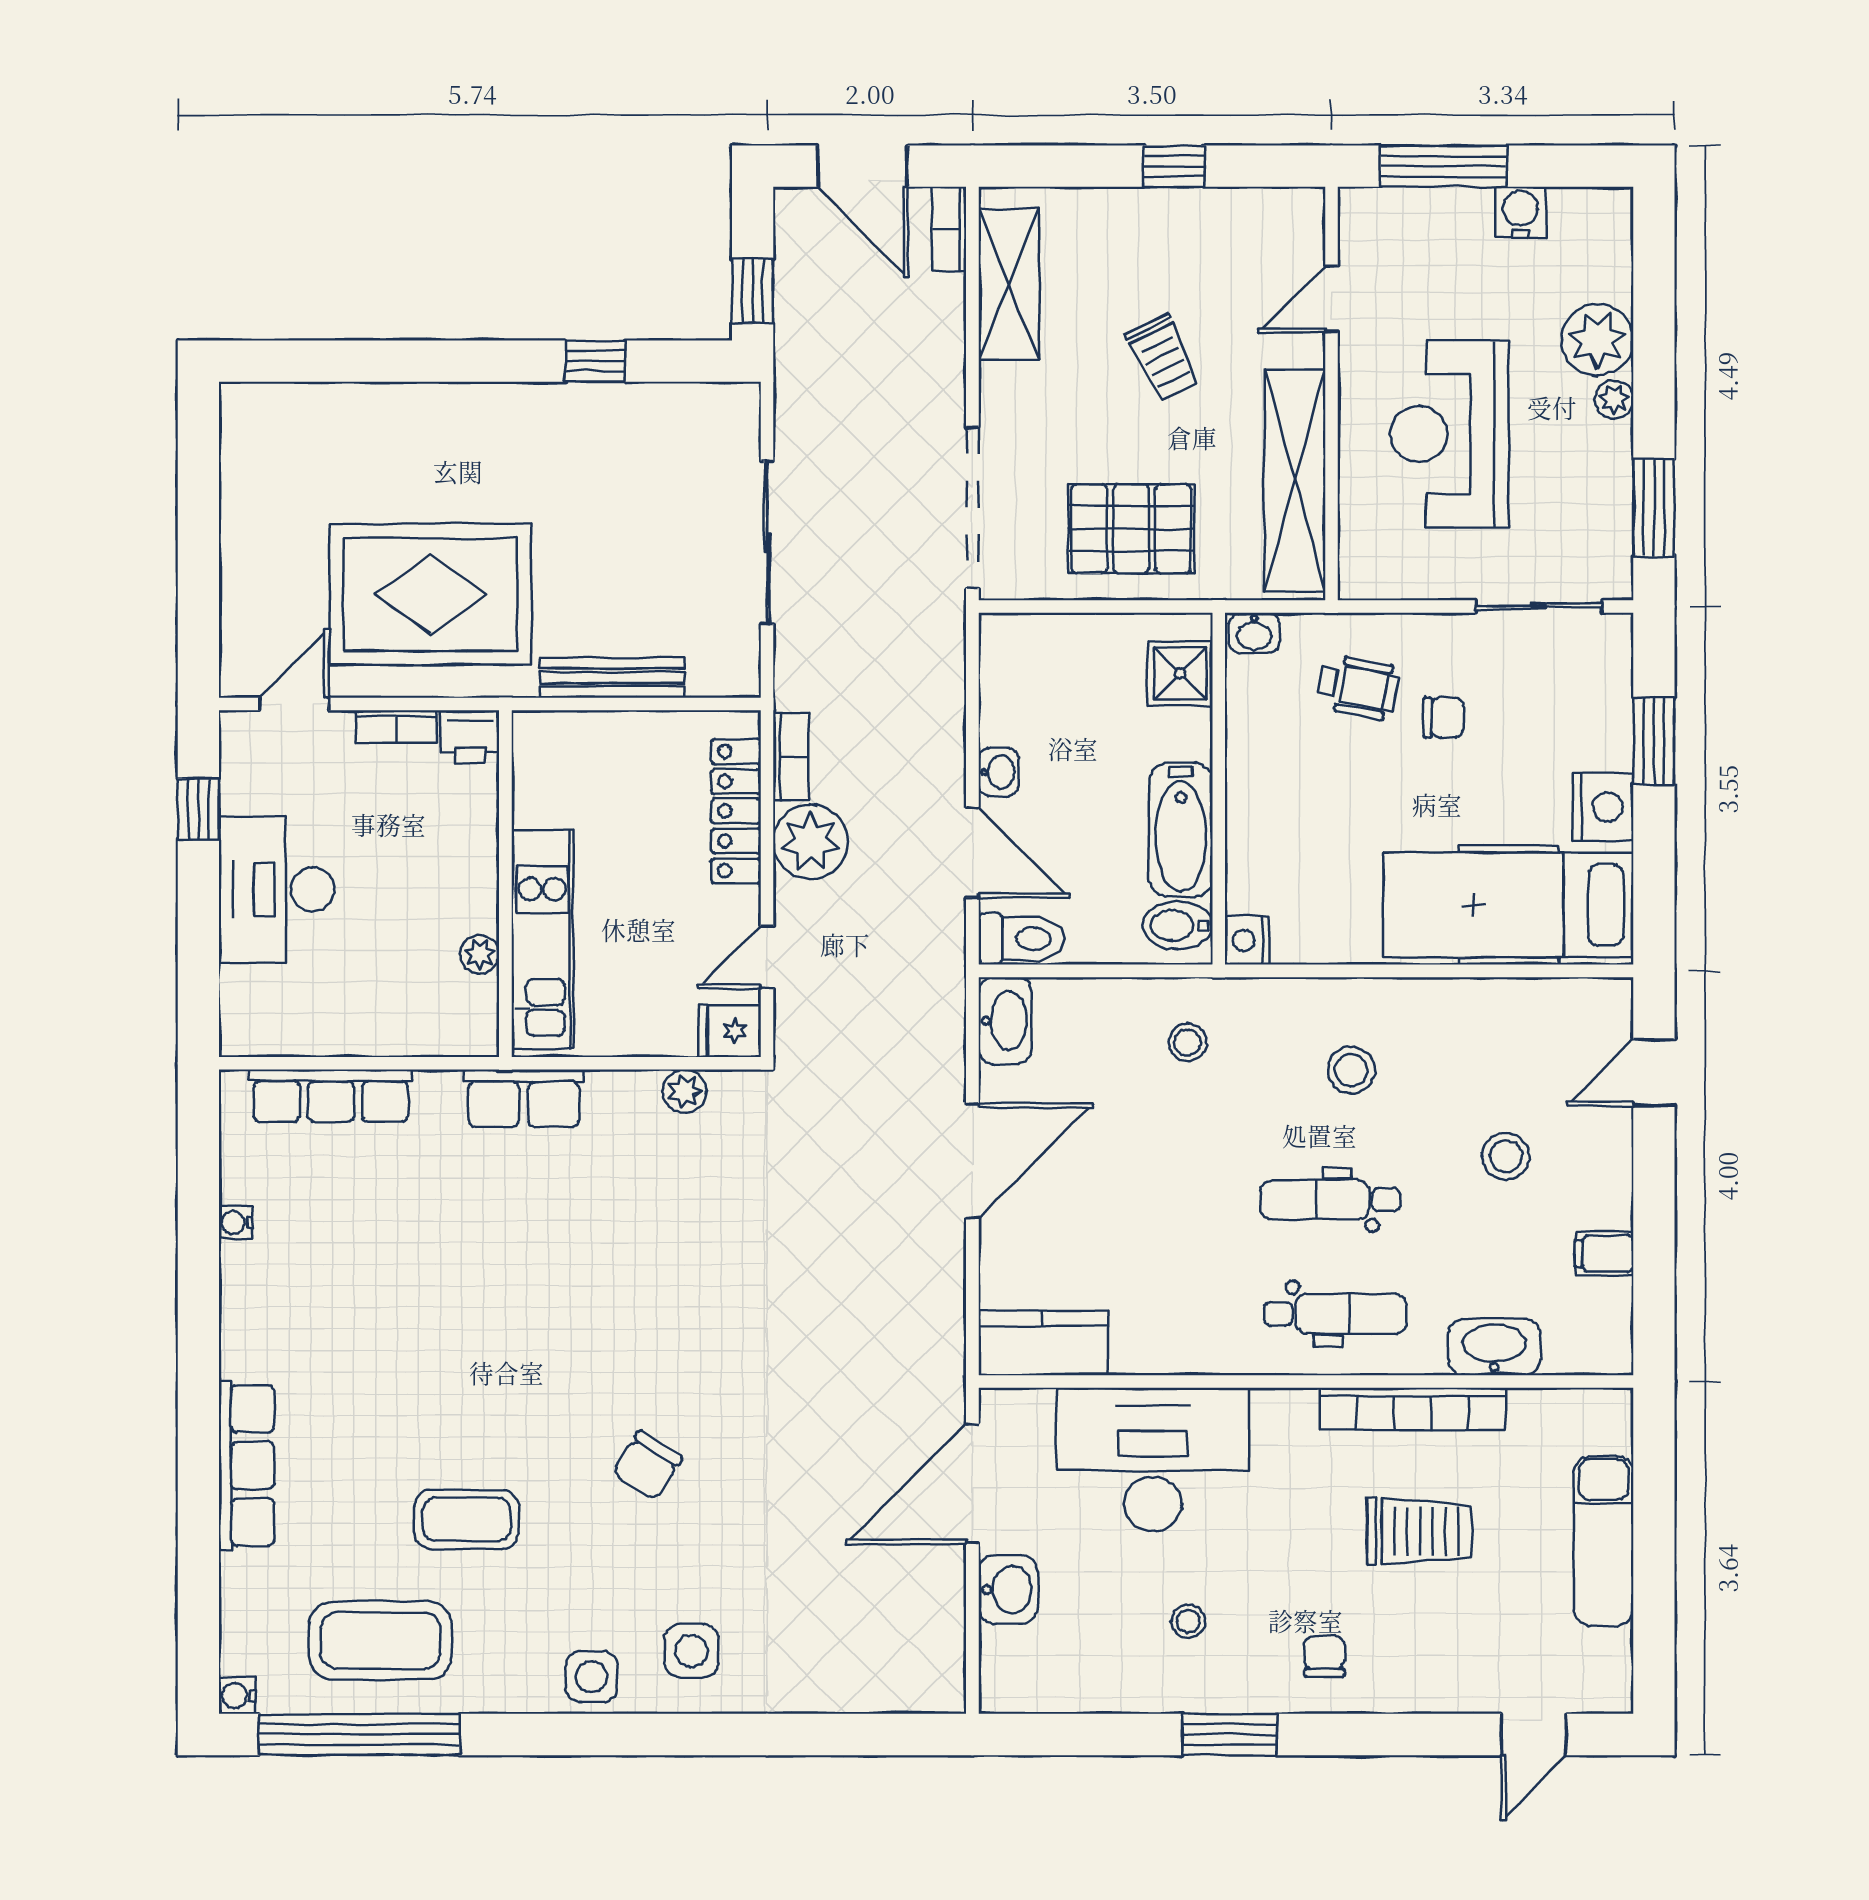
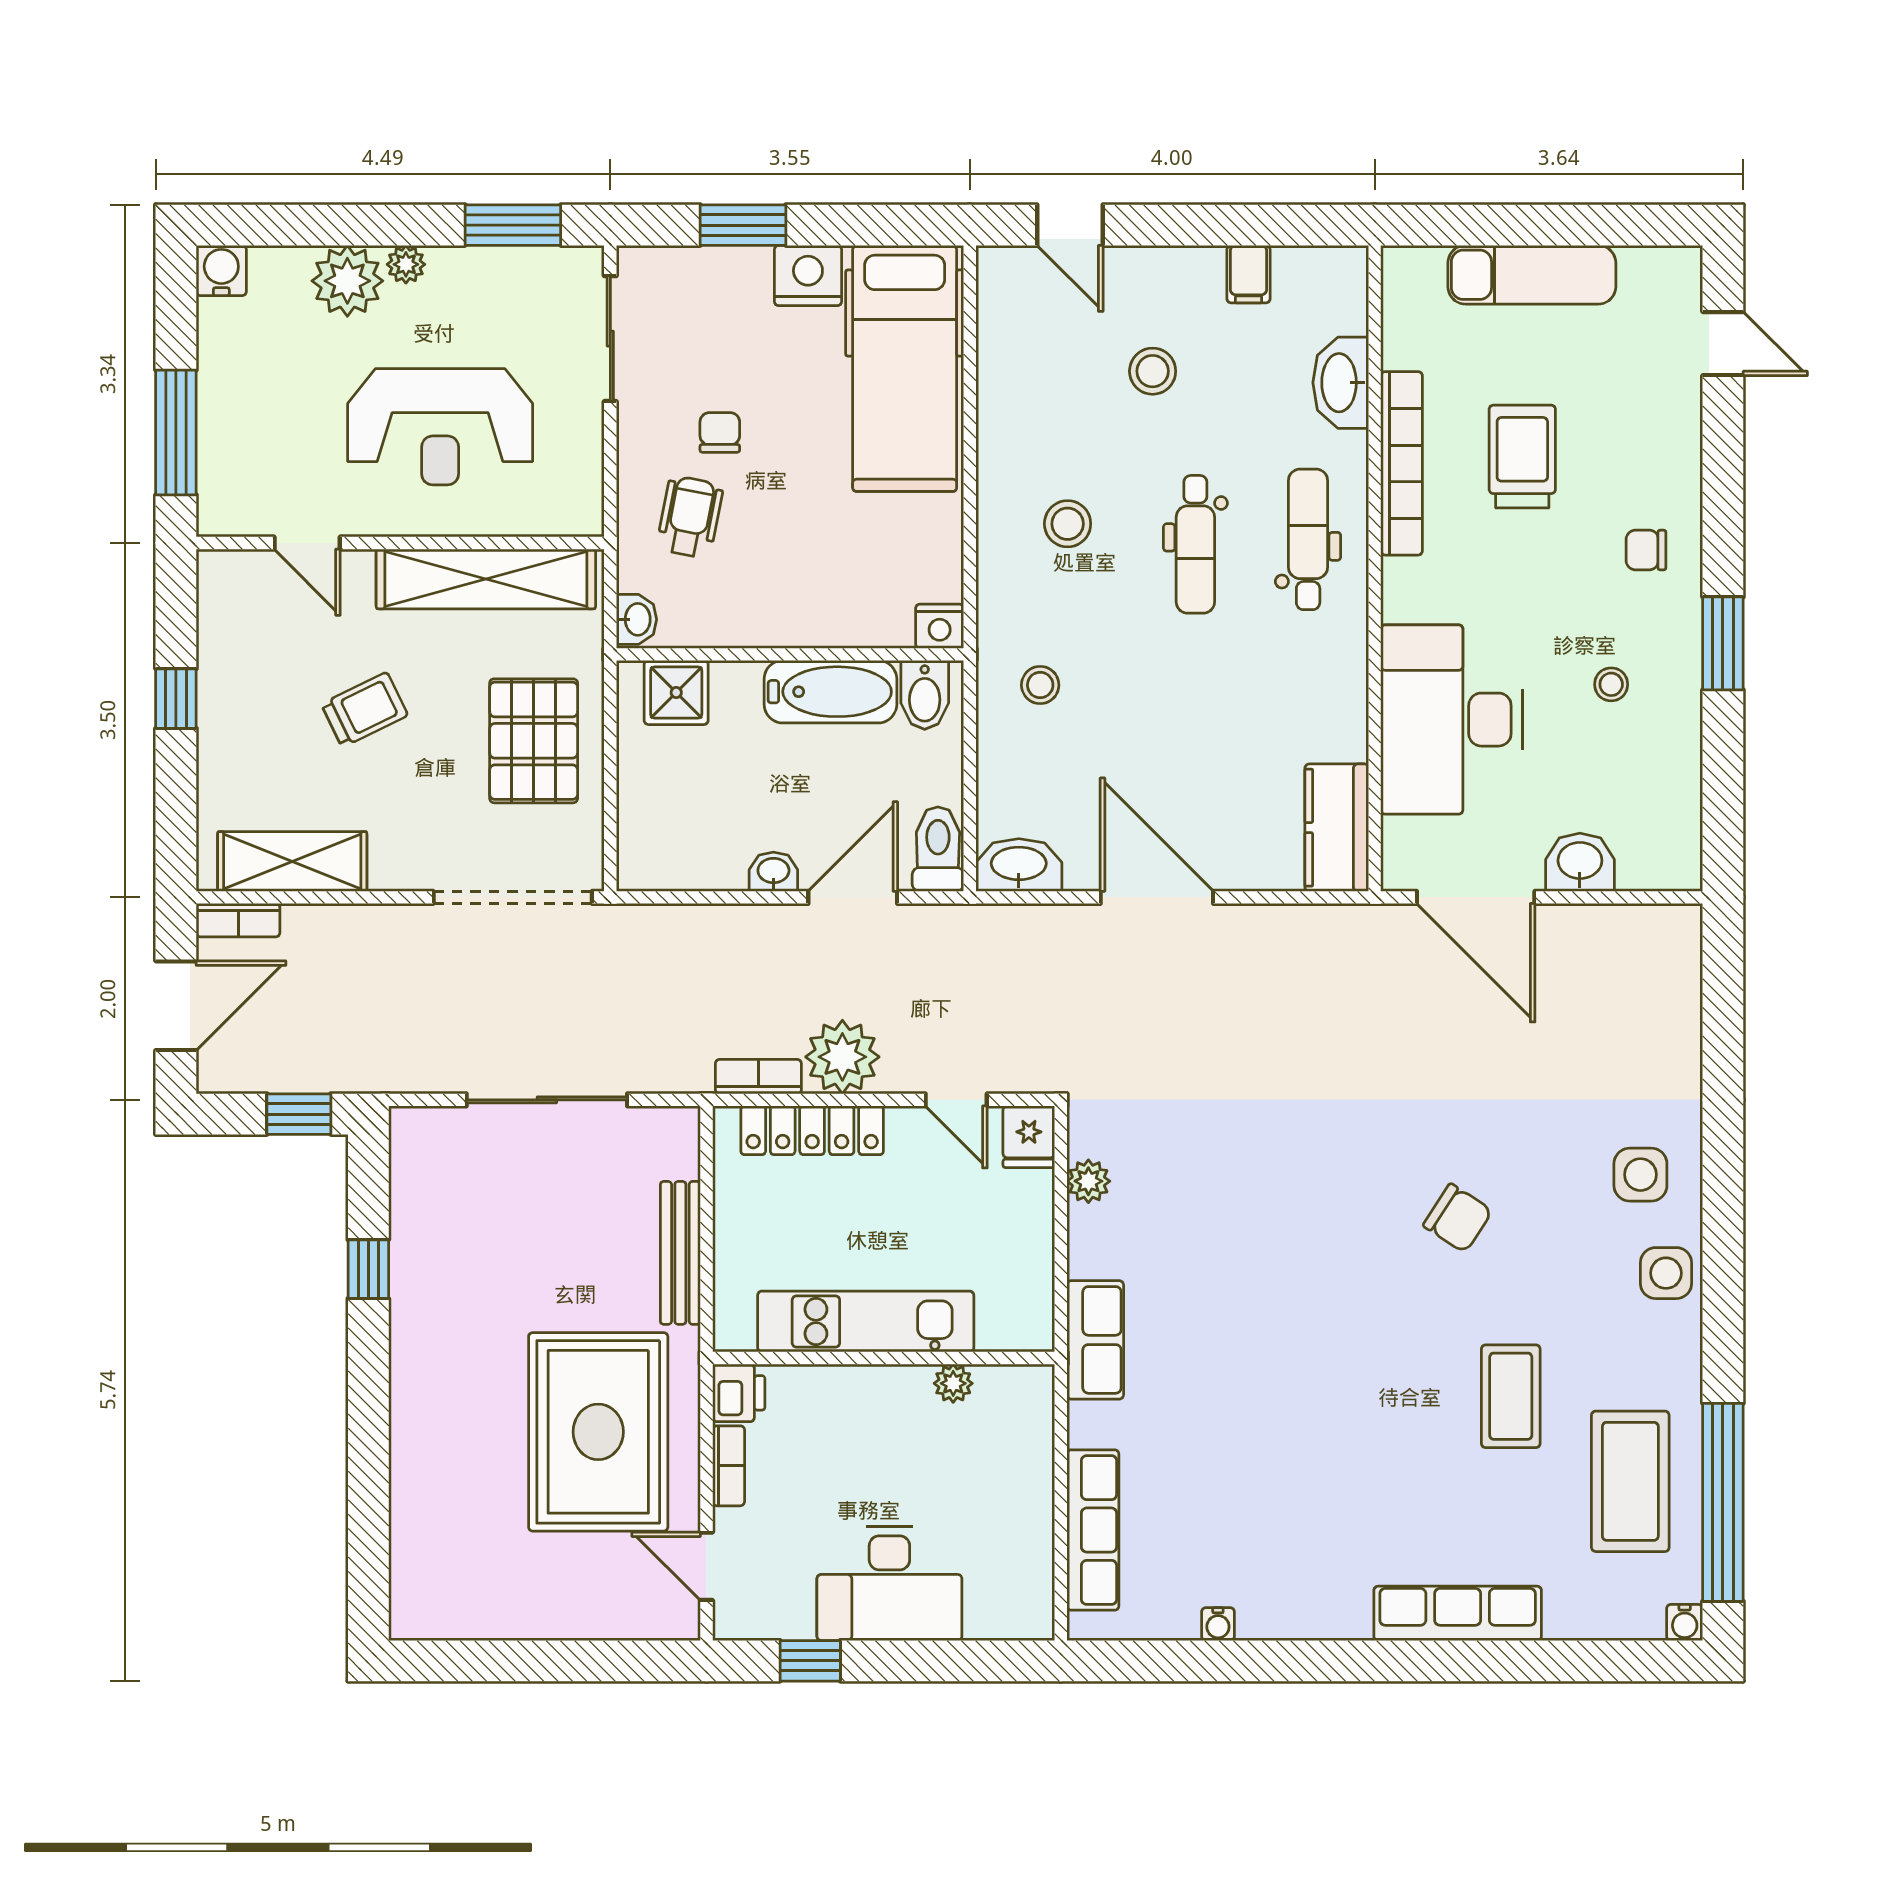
water cooler: (1520, 212) -> (221, 270), moved, turned 90
kitchen unit: (542, 940) -> (866, 1321), moved

